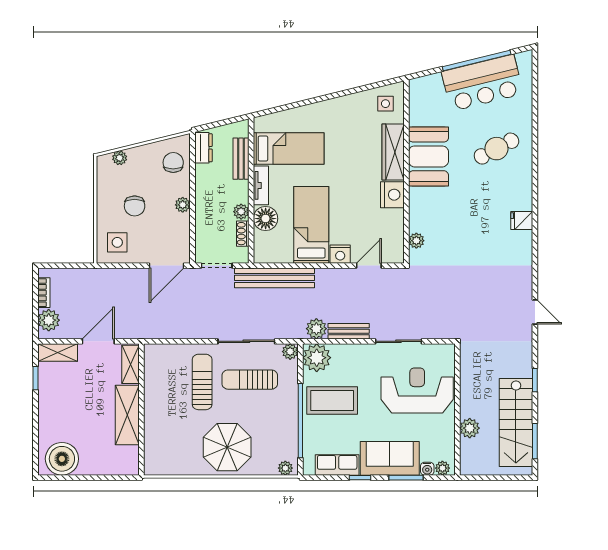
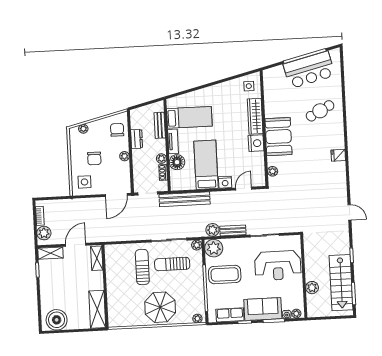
dresser: (203, 148) -> (137, 139), moved
booth: (428, 156) -> (278, 137), moved
reception desk: (417, 390) -> (278, 265), turned 180
shelving: (127, 415) -> (97, 309), moved

